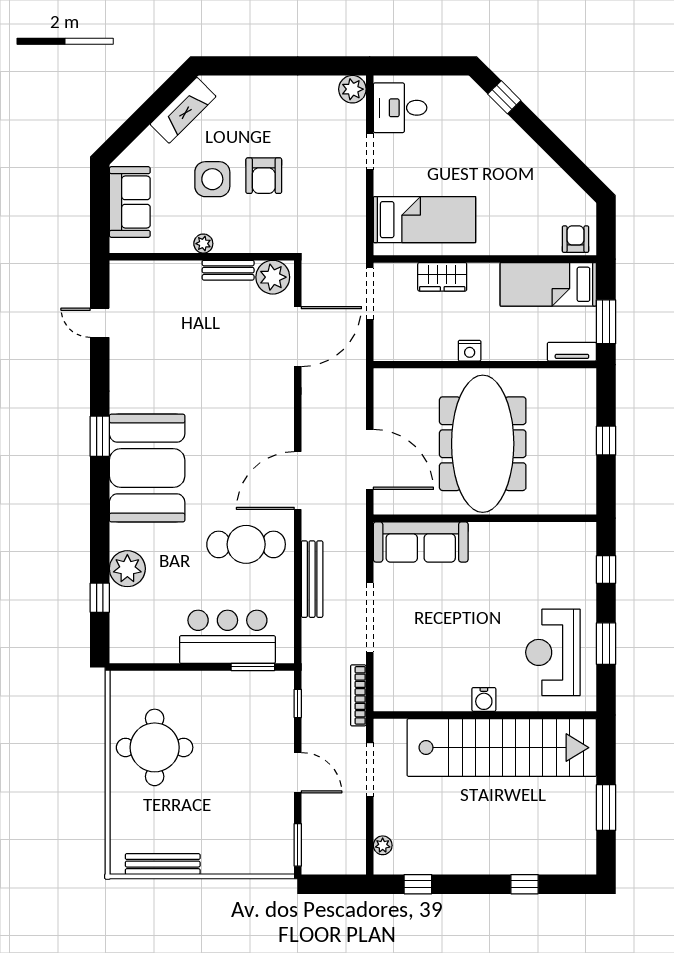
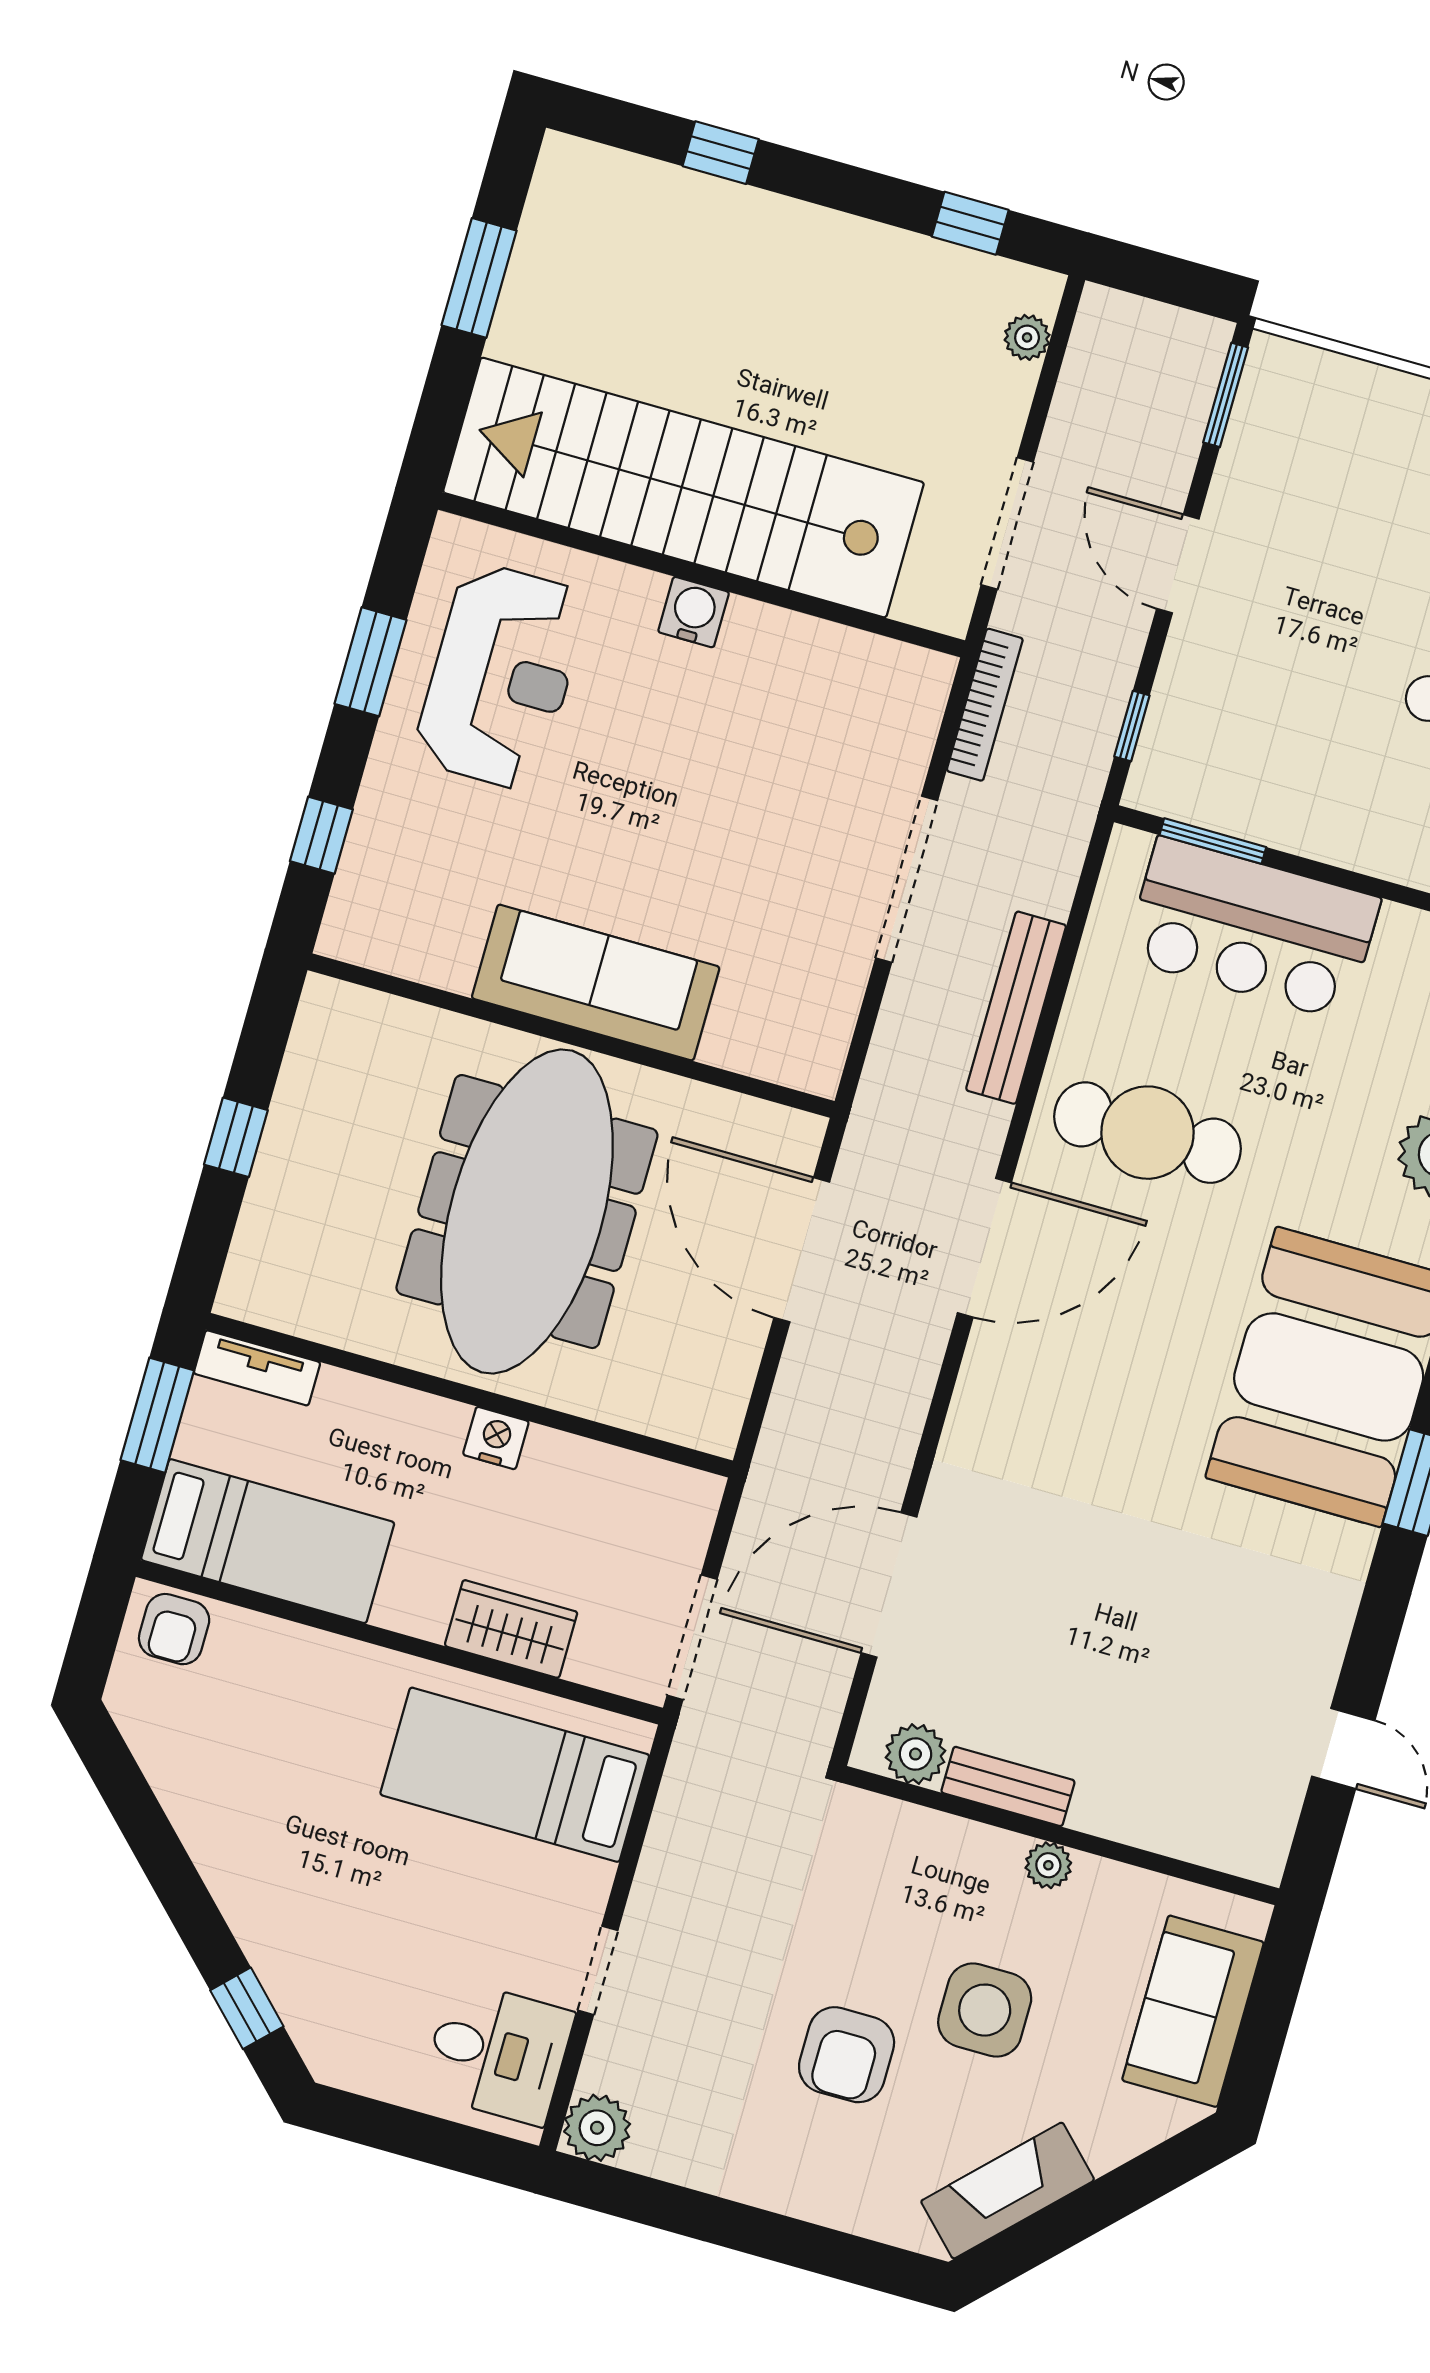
armchair: (264, 176) -> (847, 2055), moved, turned 180
plant: (273, 277) -> (915, 1754), width x0.73, depth x0.73
sofa: (421, 542) -> (596, 983), moved

